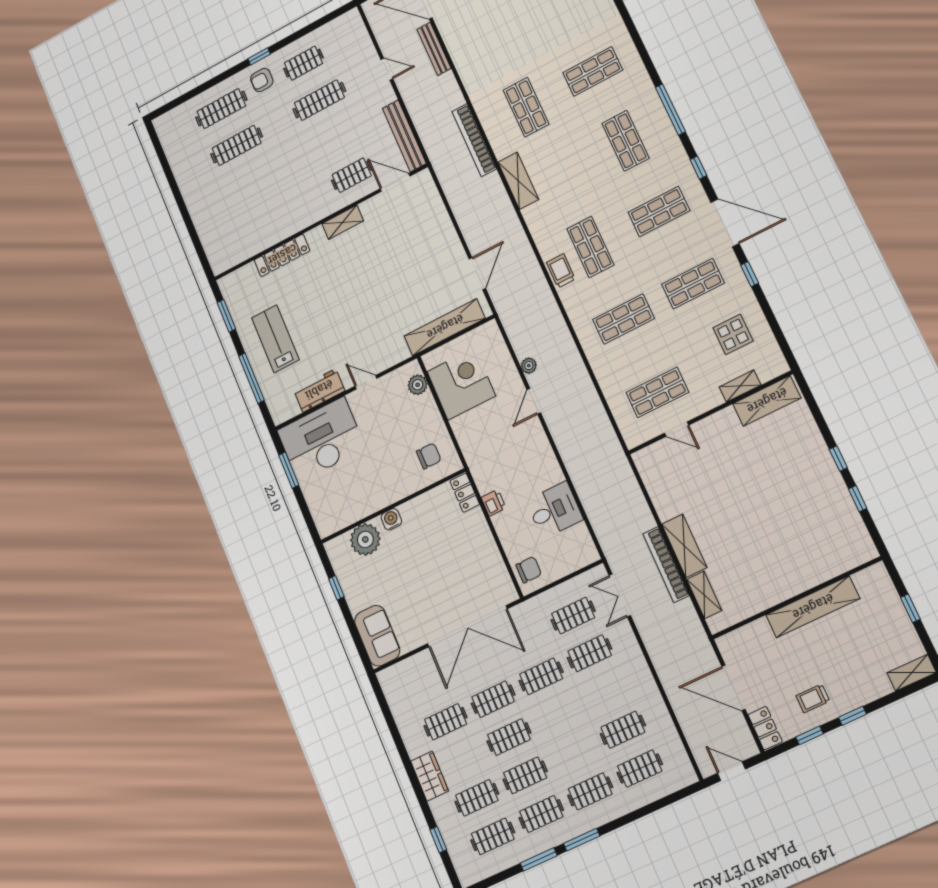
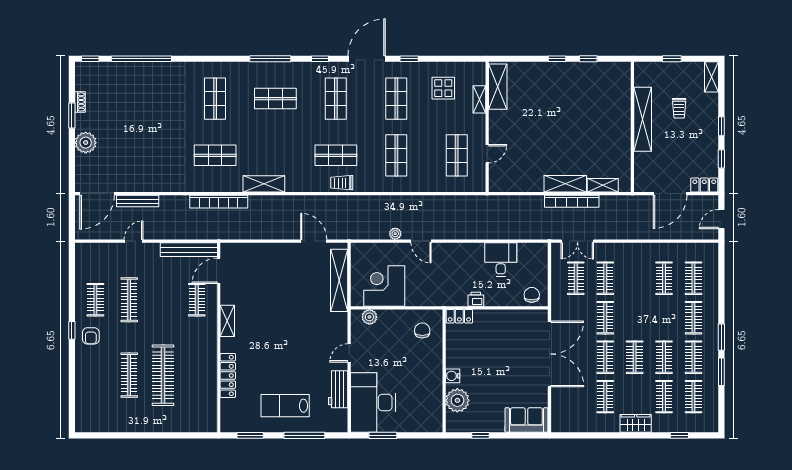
clothes rail: (221, 109) -> (163, 375), moved, width x1.37, depth x1.31
trolley: (813, 698) -> (679, 108), moved

